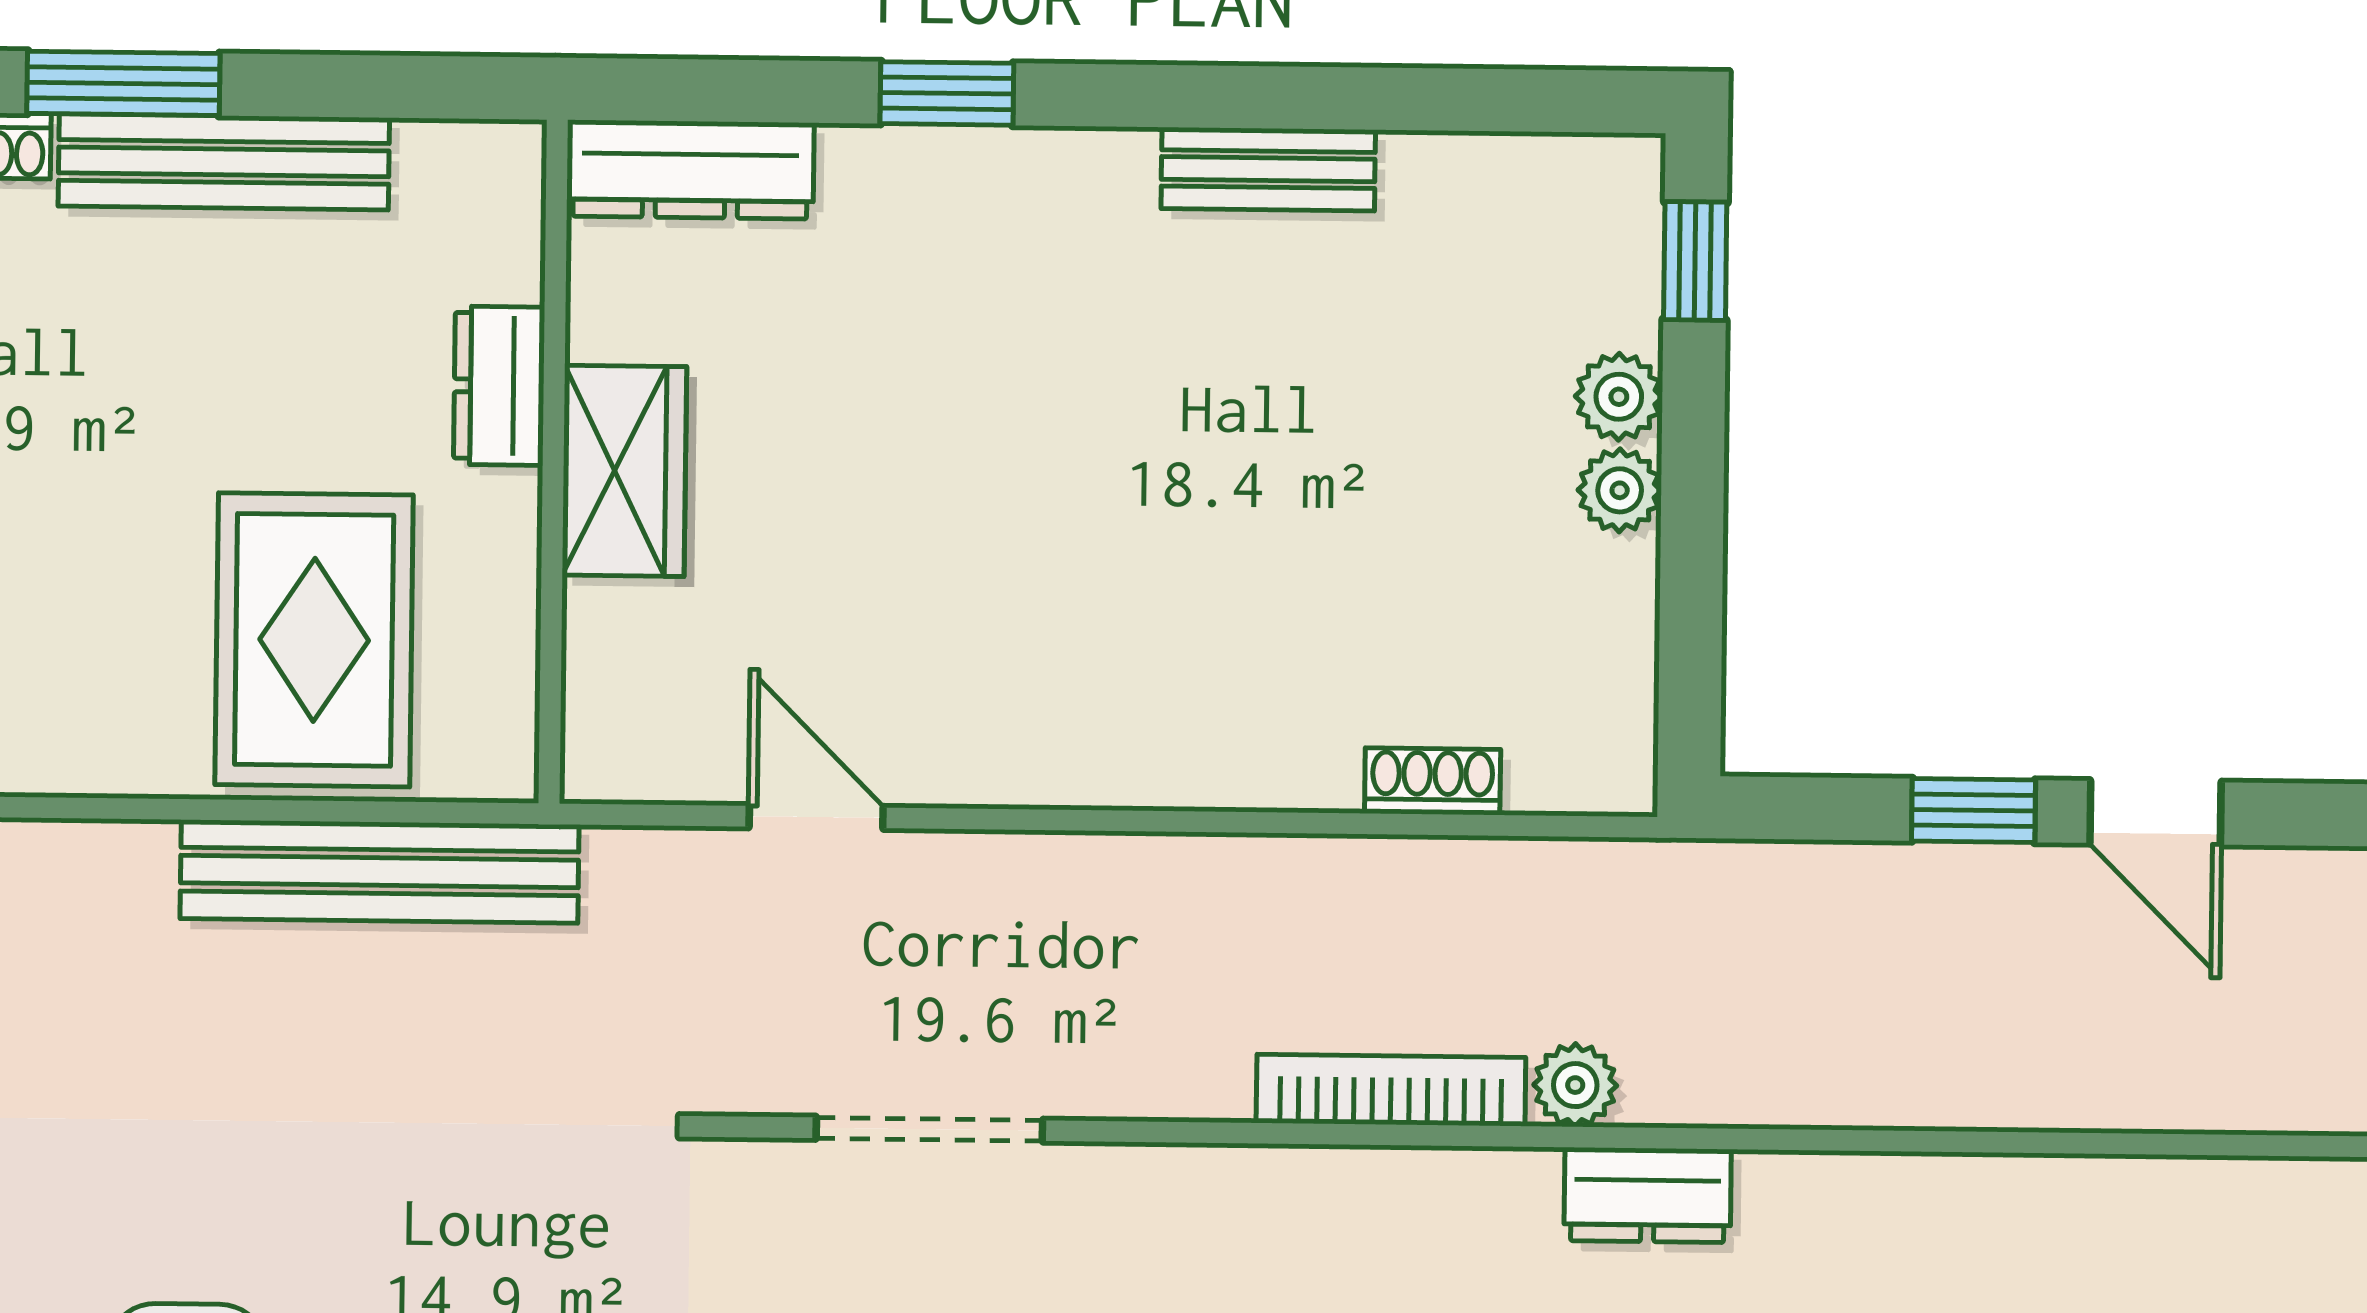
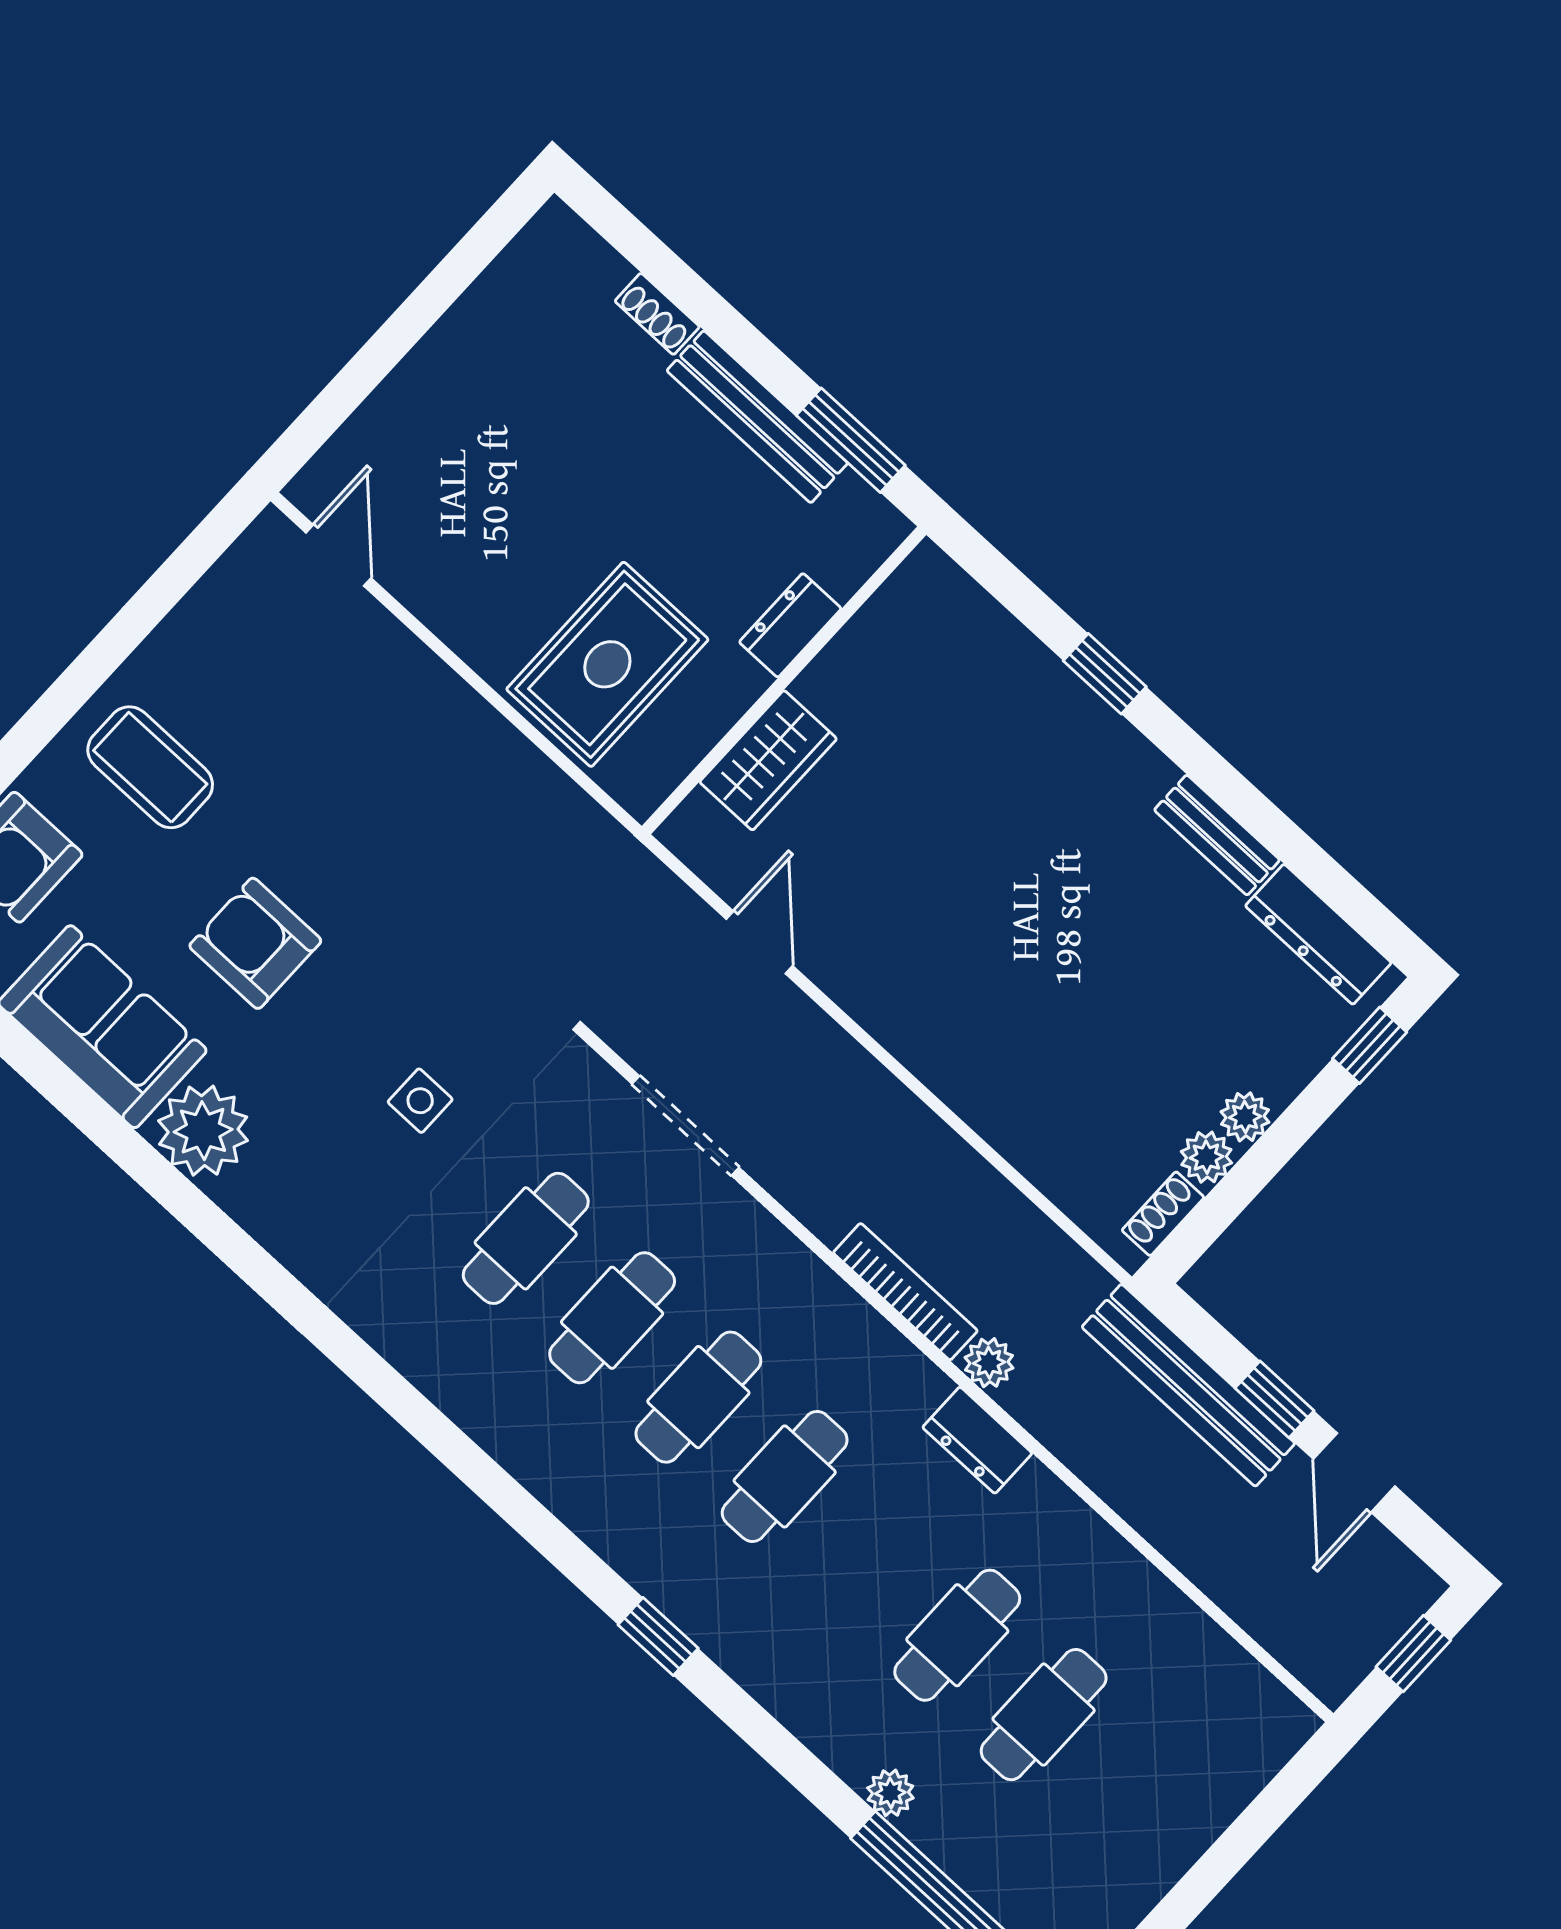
window: (123, 83) -> (851, 440), moved
dresser: (690, 170) -> (1318, 934), moved
plant: (1619, 397) -> (1206, 1157), moved
wardrobe: (624, 471) -> (768, 760), moved
shoe rack: (1433, 781) -> (1163, 1214), moved, turned -90
bench: (380, 872) -> (1188, 1385), moved

